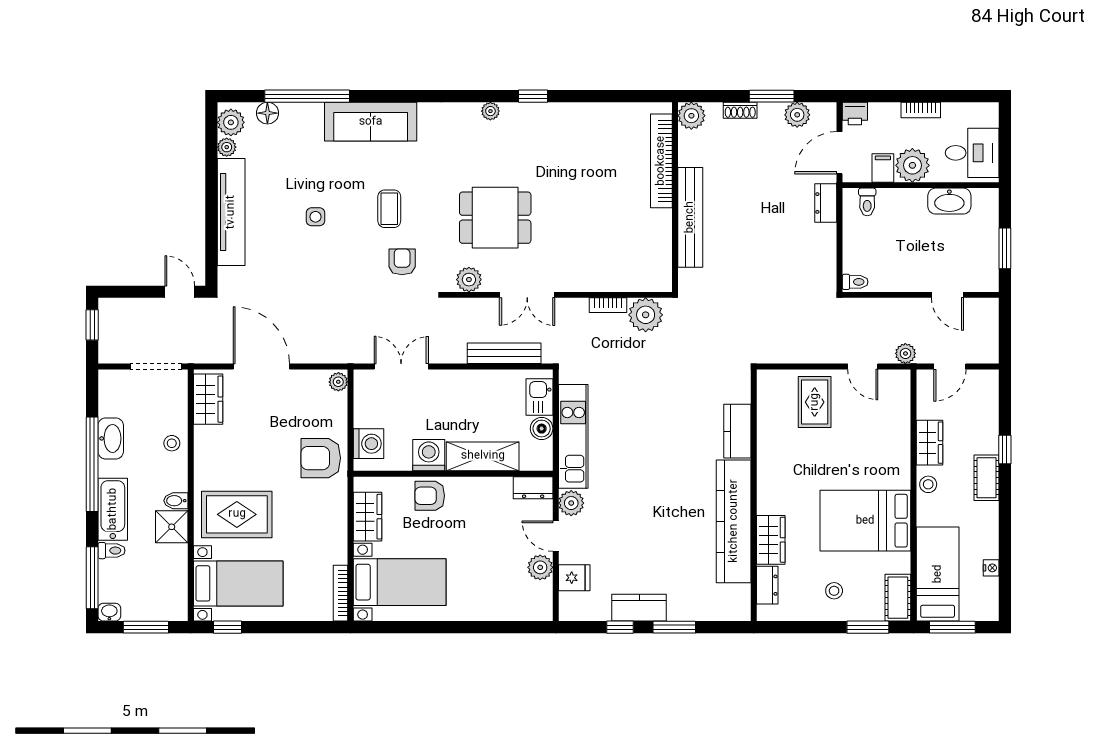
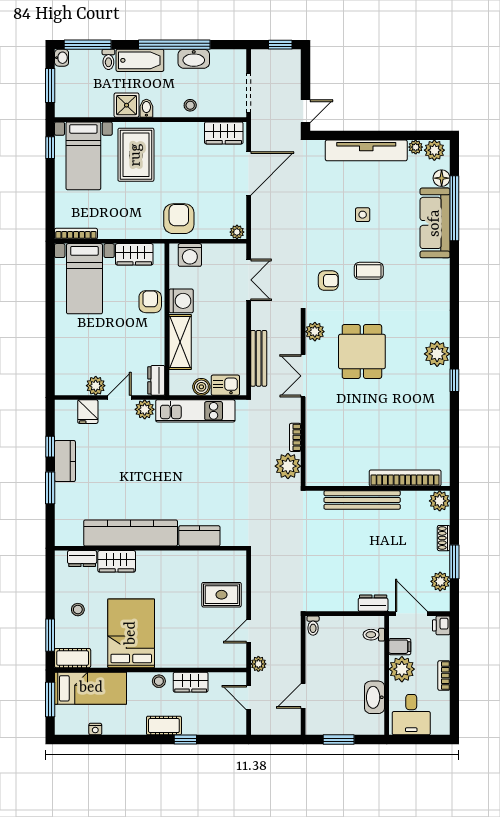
plant: (490, 111) -> (437, 354), width x1.88, depth x1.88
sofa: (371, 122) -> (435, 223), moved

